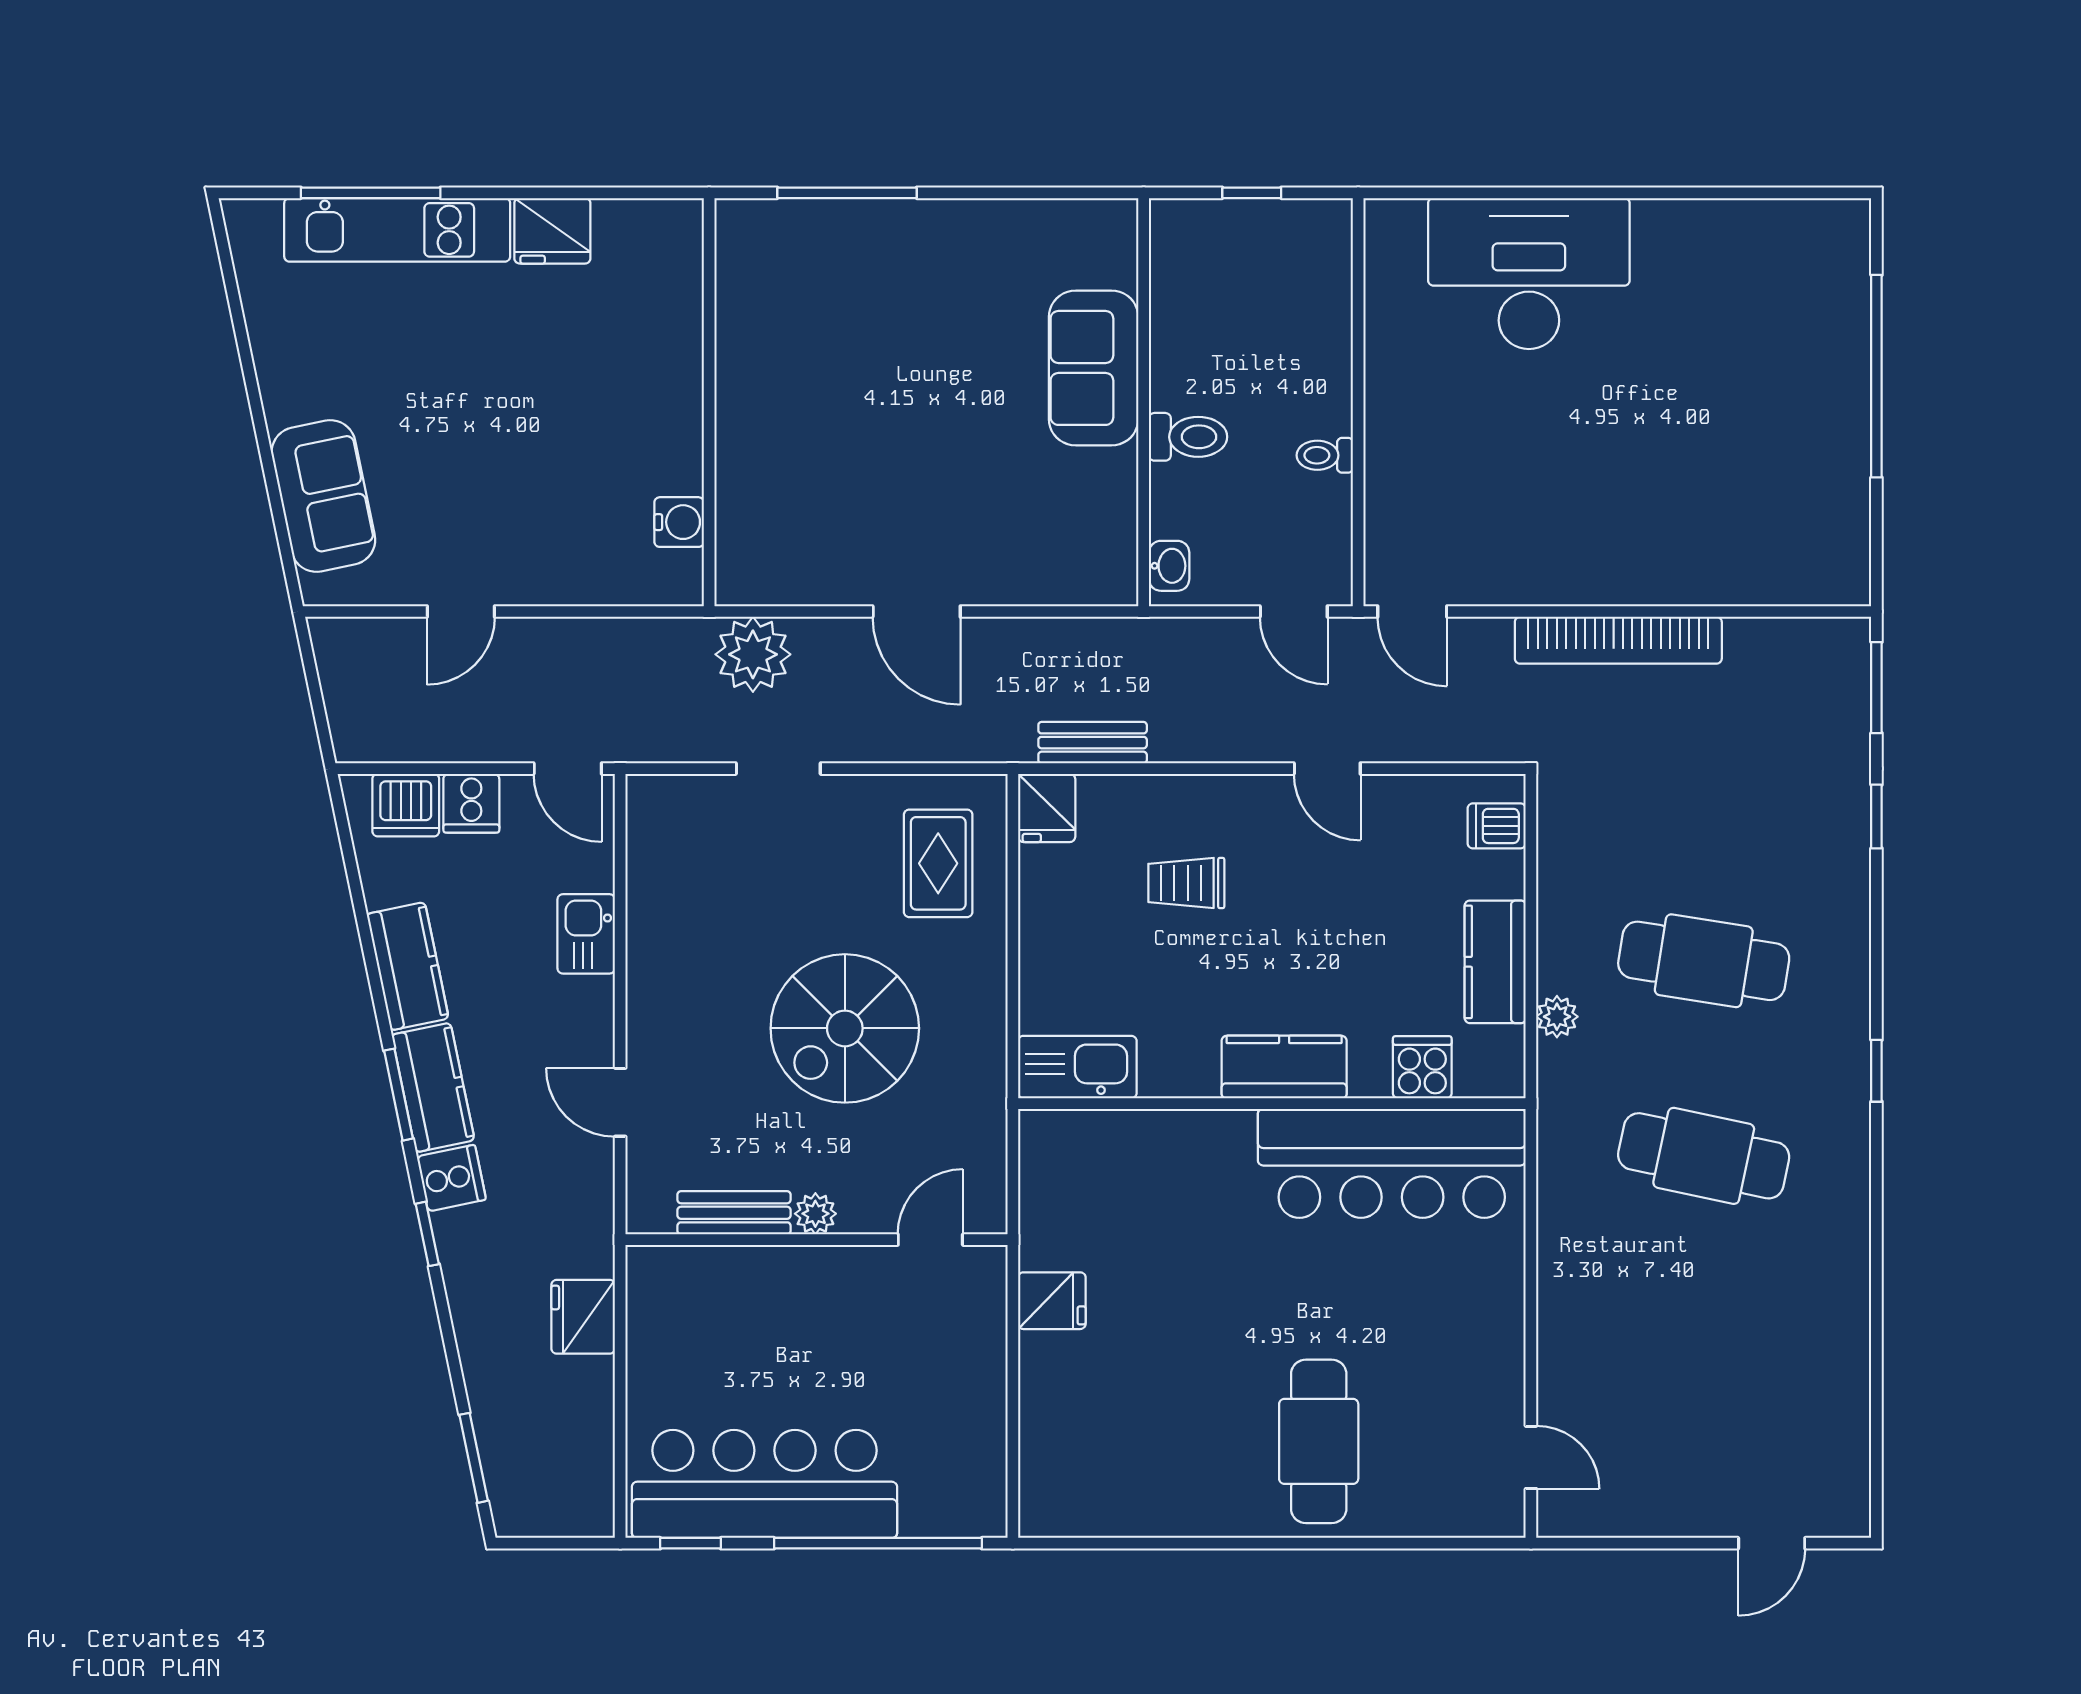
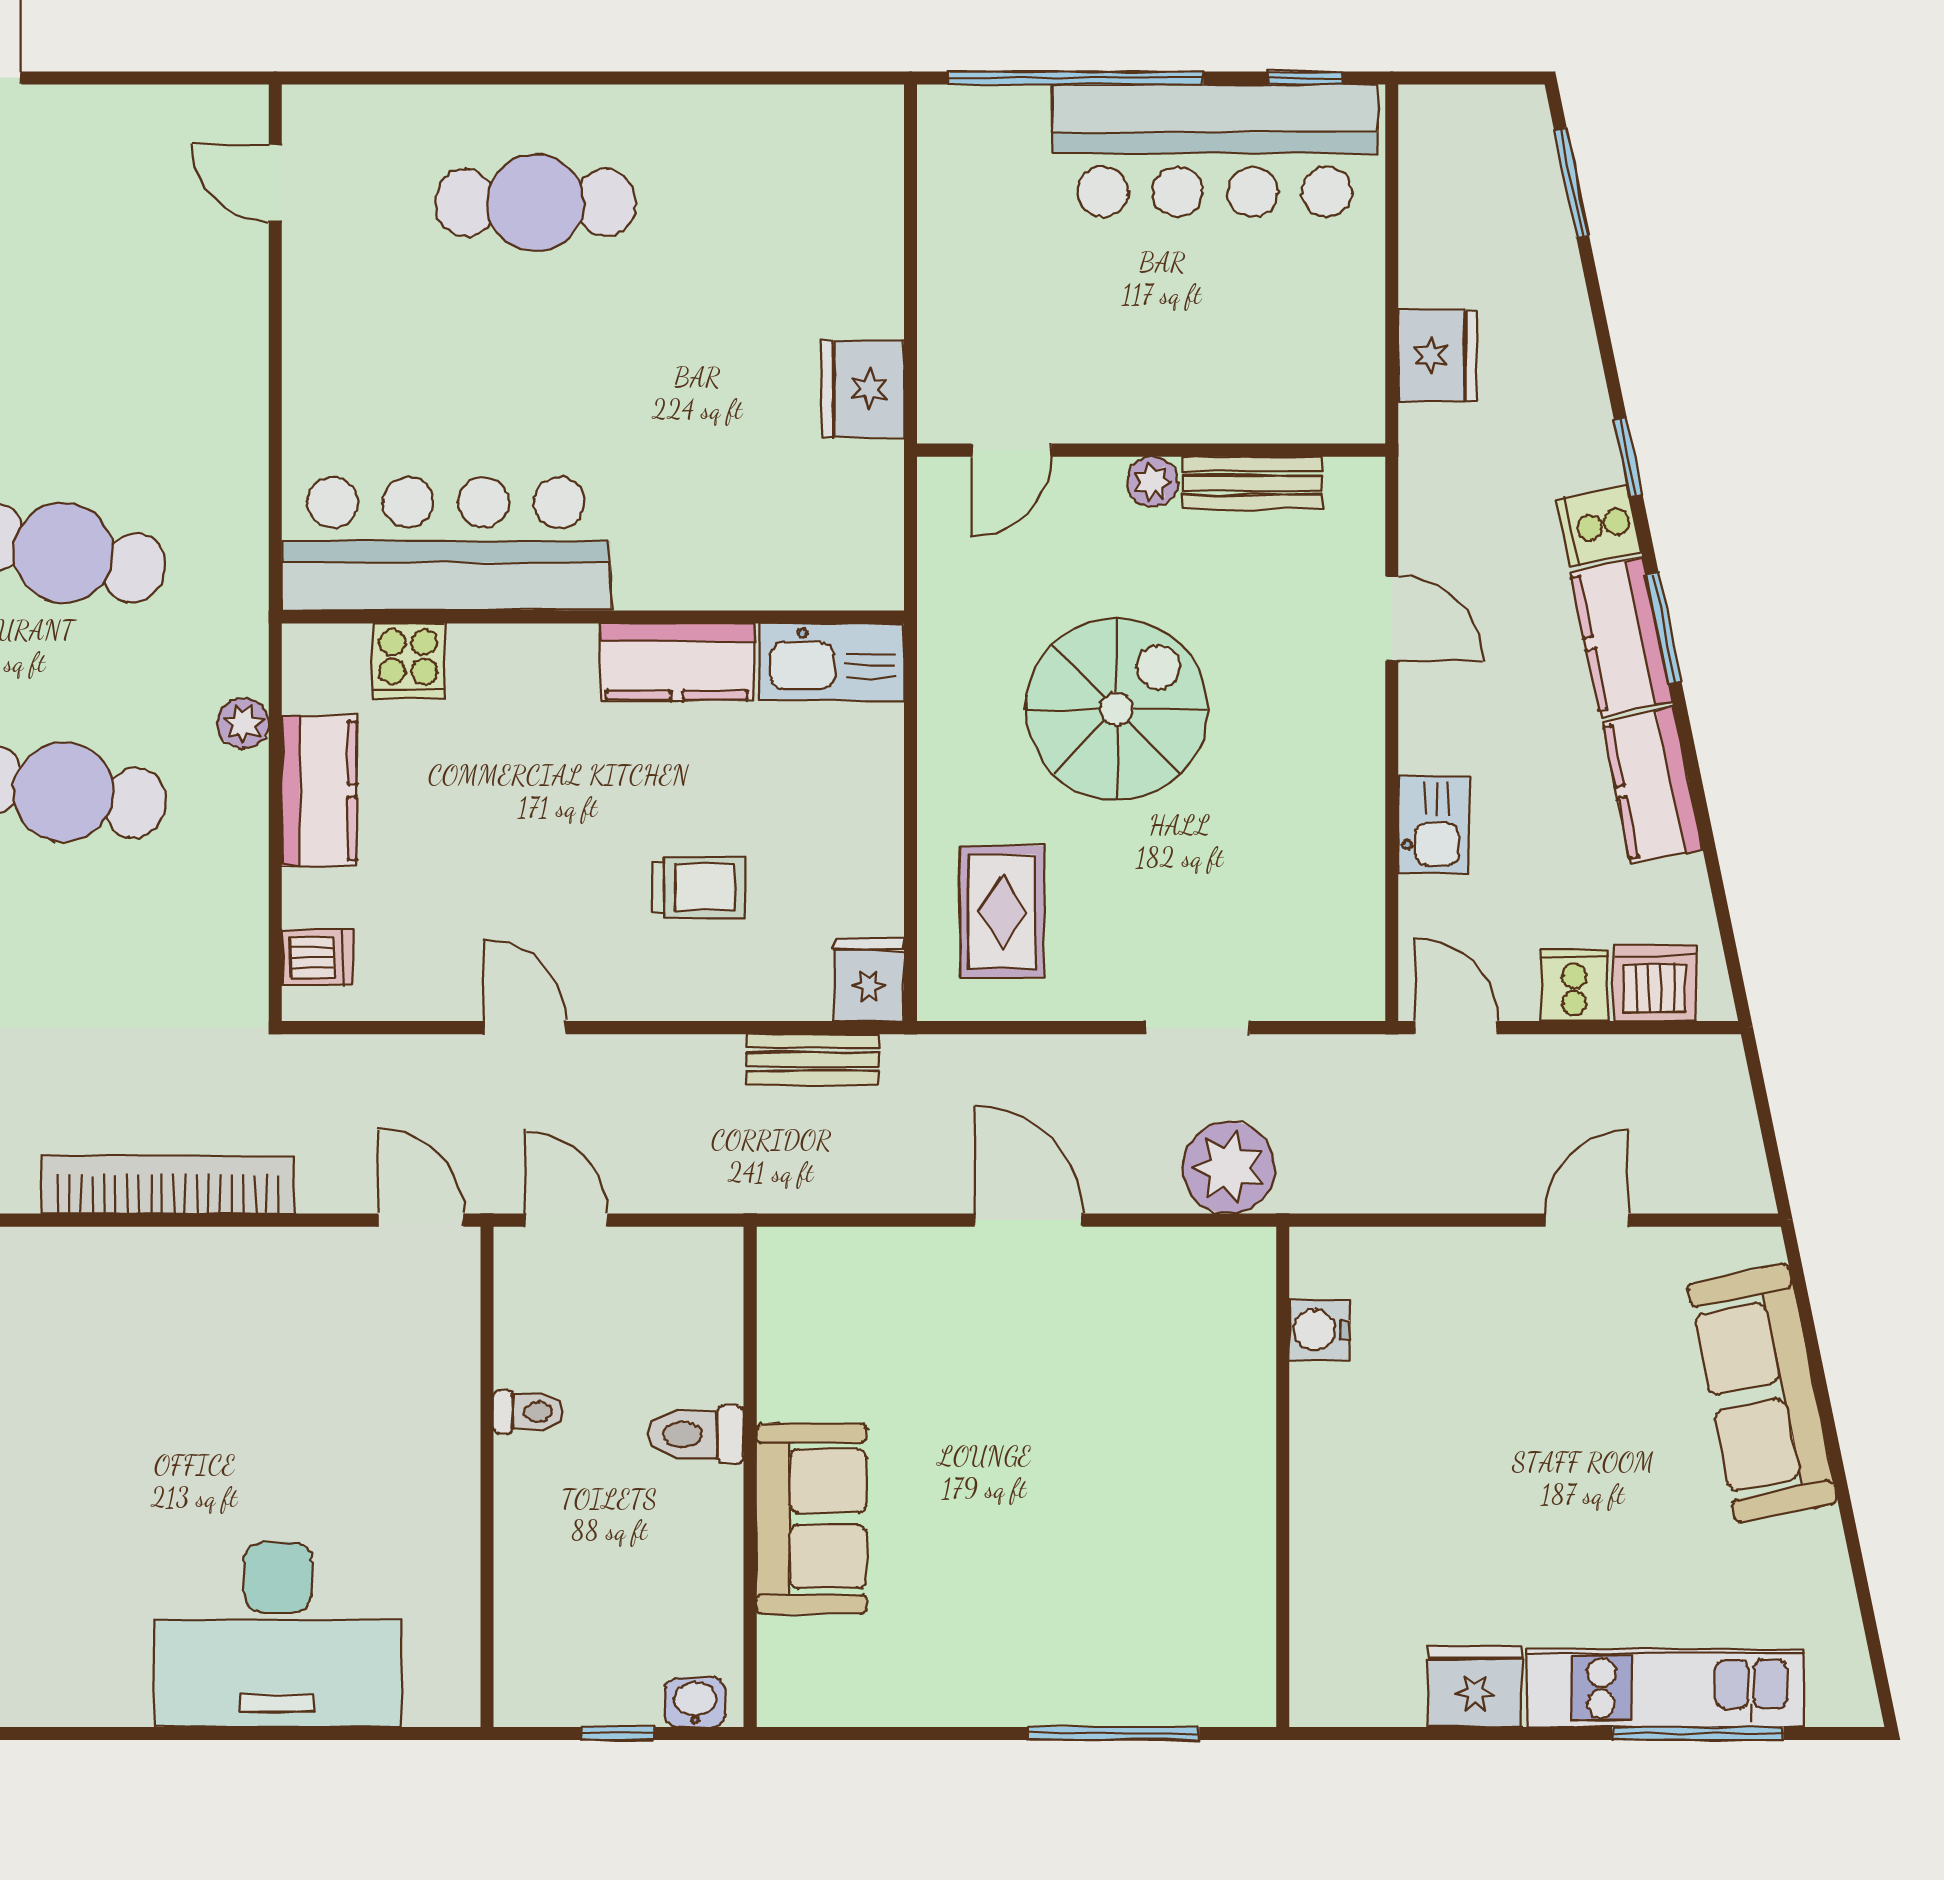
sofa: (323, 496) -> (1762, 1393), width x1.36
washbasin: (1169, 566) -> (695, 1702), moved, turned 90
kitchen counter: (1284, 1067) -> (677, 662), moved
fridge: (1052, 1301) -> (863, 389), width x1.38
cafe table: (1319, 1441) -> (535, 203), turned 90

